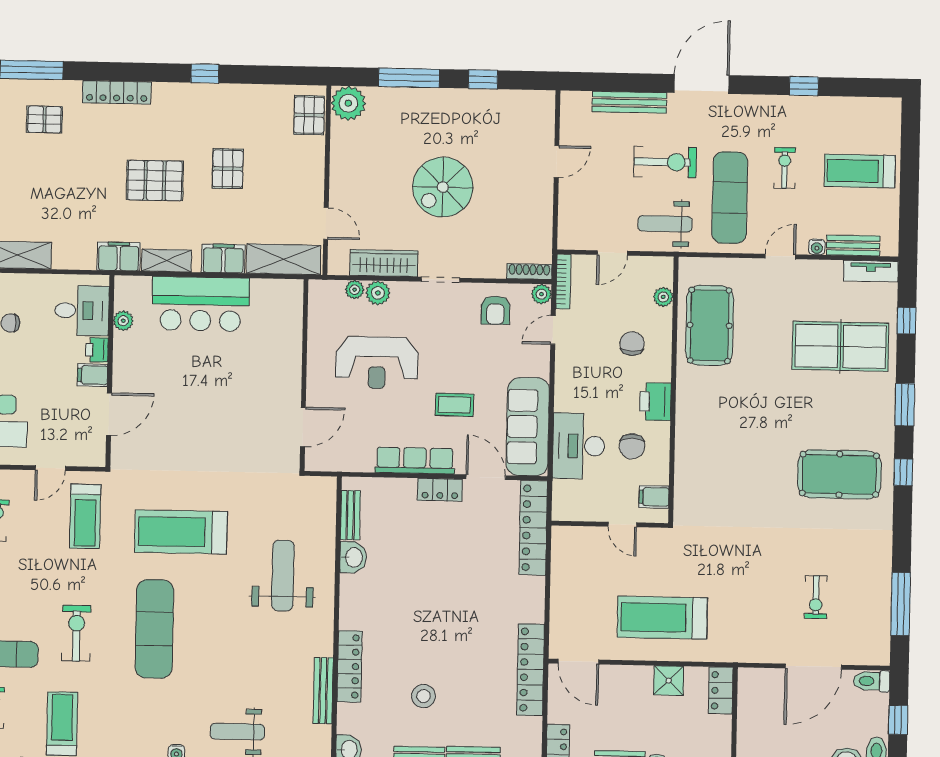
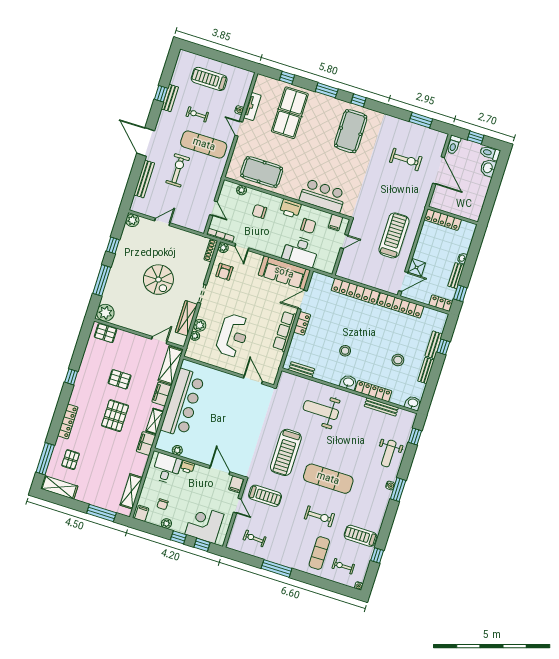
plant: (543, 103) -> (132, 220), added
door: (557, 162) -> (162, 222), hinge flipped
treadmill: (860, 171) -> (209, 79), turned 90
weight bench: (665, 224) -> (207, 179), removed
bench: (853, 246) -> (170, 98), moved
tv unit: (871, 271) -> (252, 107), moved
bar counter: (201, 304) -> (183, 403), width x1.36
armchair: (495, 310) -> (224, 272), turned 90
filing cabinet: (93, 375) -> (236, 484), moved
coffee table: (454, 405) -> (264, 304), removed
bar counter: (698, 457) -> (323, 196), added
locker: (533, 528) -> (355, 291), moved
washbasin: (353, 557) -> (348, 382), moved
stool: (411, 589) -> (345, 351), added
exercise bike: (816, 597) -> (406, 160), width x1.38, depth x1.39
window: (901, 604) -> (421, 120), width x0.69
treadmill: (662, 618) -> (394, 235), turned 180
exercise bike: (76, 633) -> (319, 516), turned 180
shower: (669, 681) -> (417, 267), moved
locker: (721, 690) -> (443, 220), width x1.53

